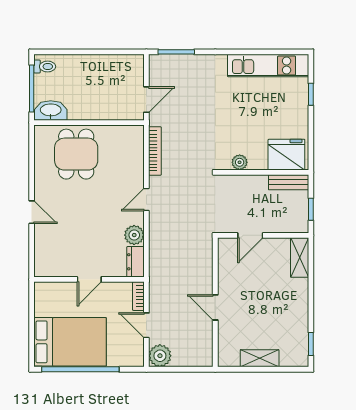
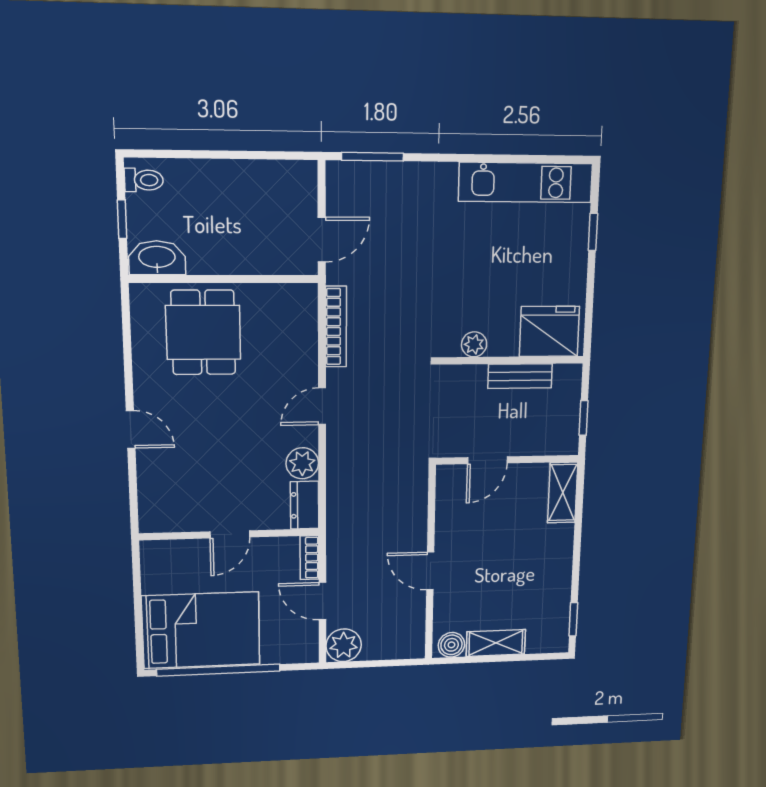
window: (32, 89) -> (122, 219), width x0.46
bench: (289, 182) -> (520, 376), moved
boiler: (230, 358) -> (451, 645), added

